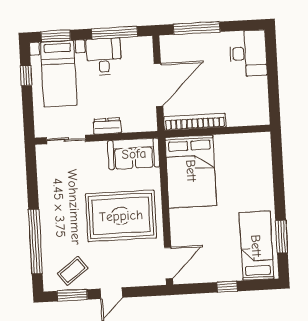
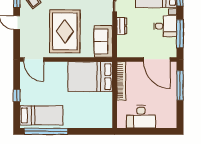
desk: (248, 53) -> (141, 117), moved
door: (158, 85) -> (157, 59), moved
window: (282, 237) -> (46, 131), width x2.11

